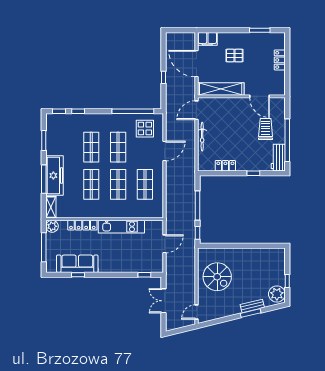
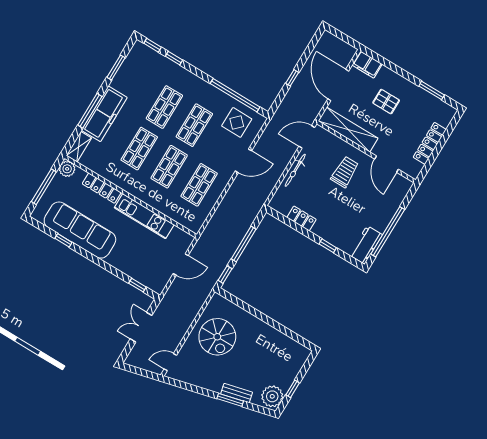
locker: (280, 60) -> (430, 143), width x1.53
trolley: (266, 129) -> (345, 172), moved
sofa: (77, 264) -> (80, 230), width x1.36, depth x1.27

